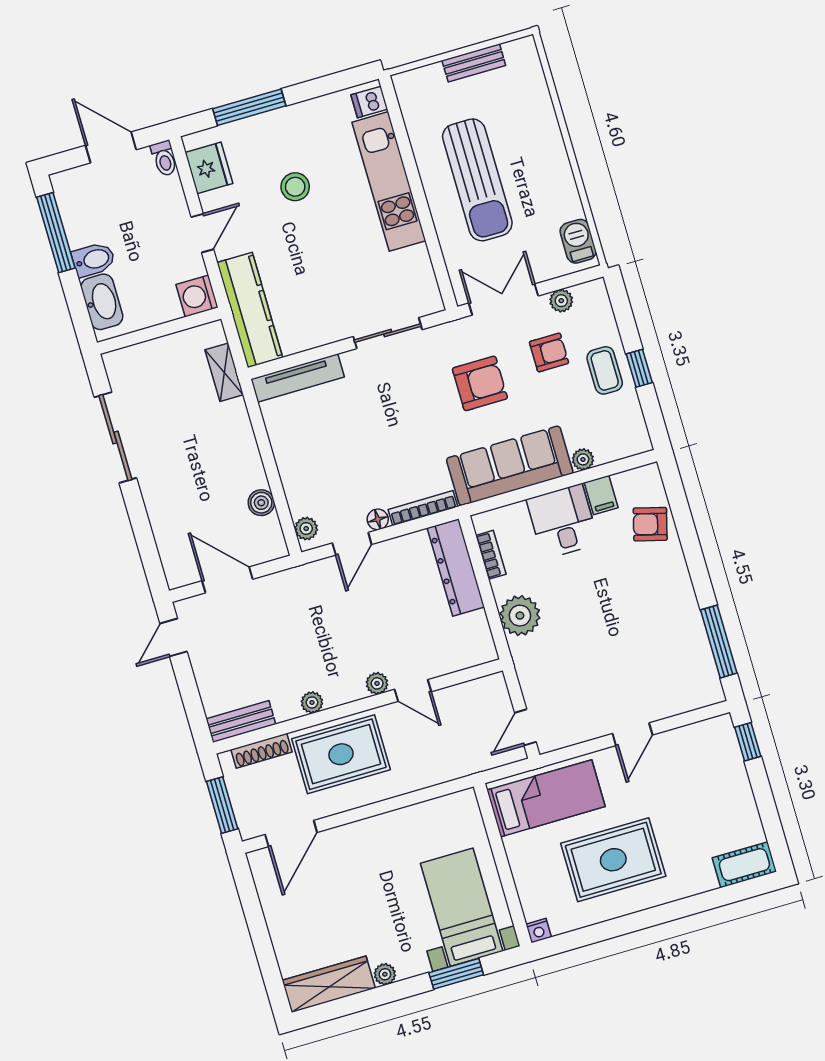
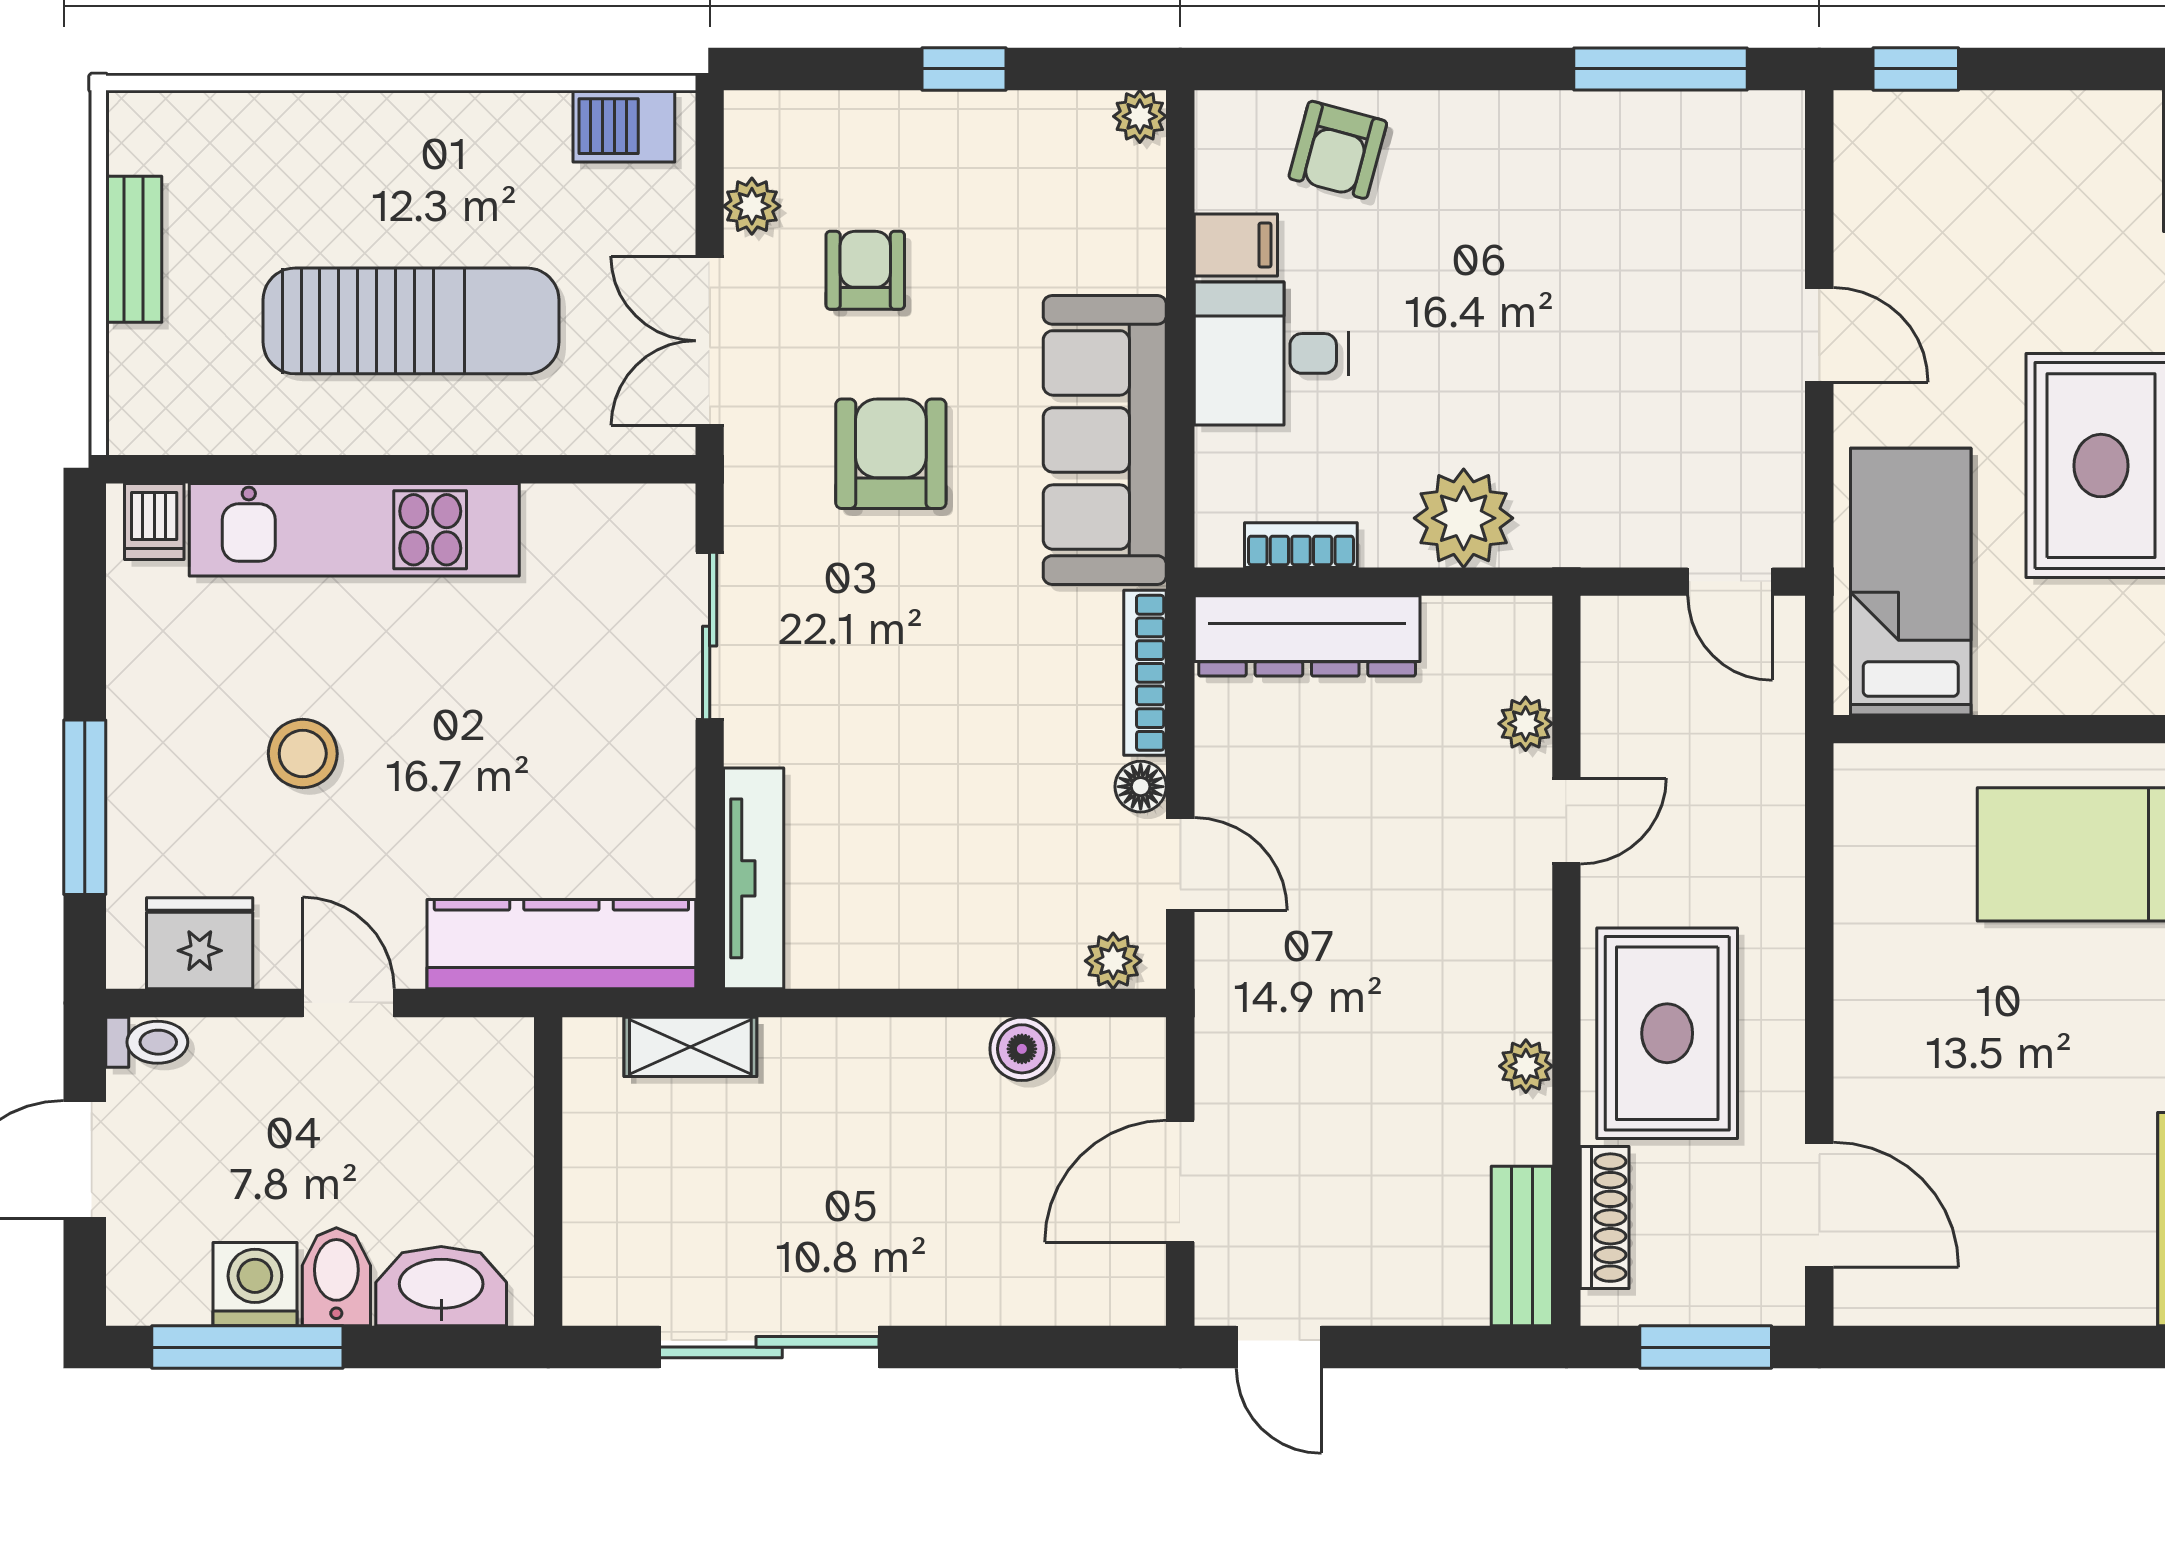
washing machine: (197, 296) -> (255, 1284), moved, turned 180
coffee table: (605, 370) -> (945, 152), removed
plant: (583, 459) -> (1140, 116), moved
plant: (377, 683) -> (1526, 724), moved

